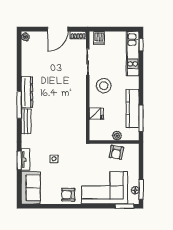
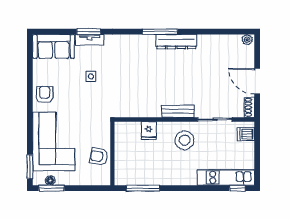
kitchen counter: (133, 109) -> (155, 177), removed
bench: (26, 121) -> (178, 111), moved
plant: (117, 136) -> (120, 157), removed

